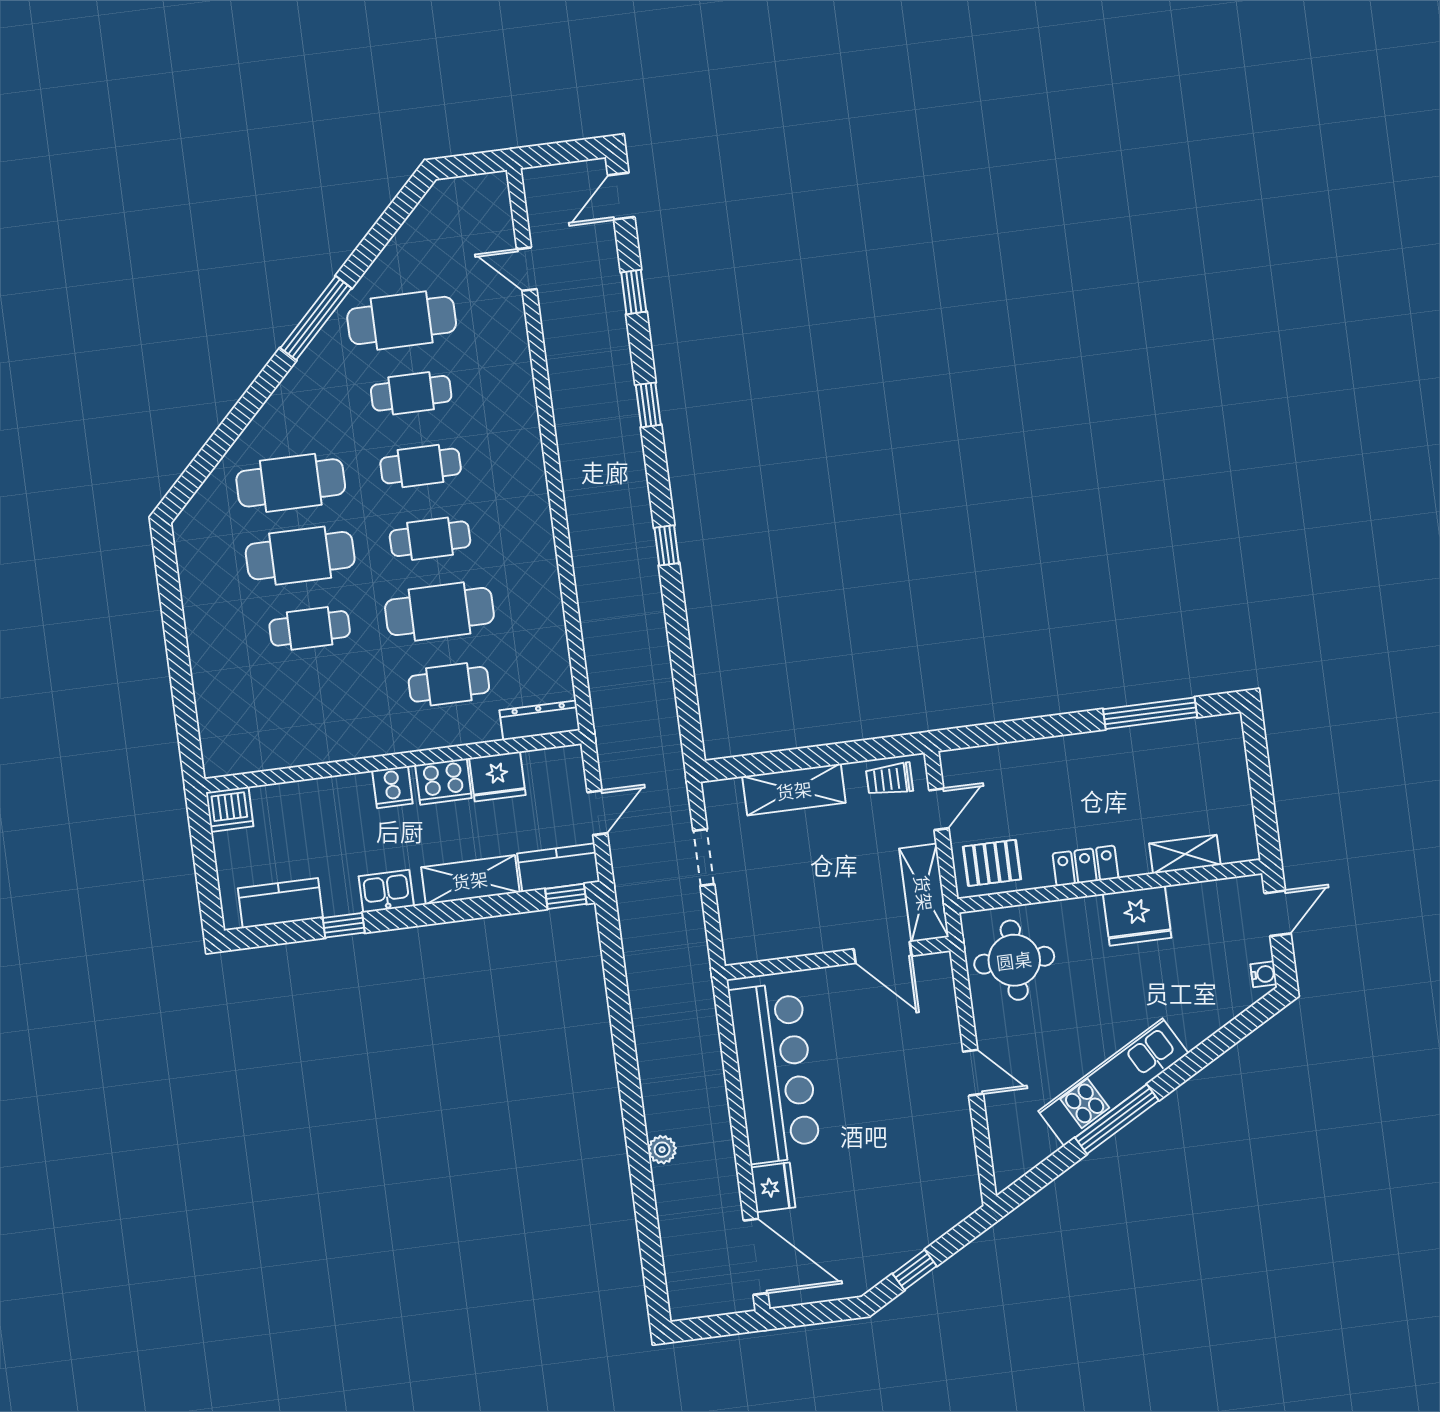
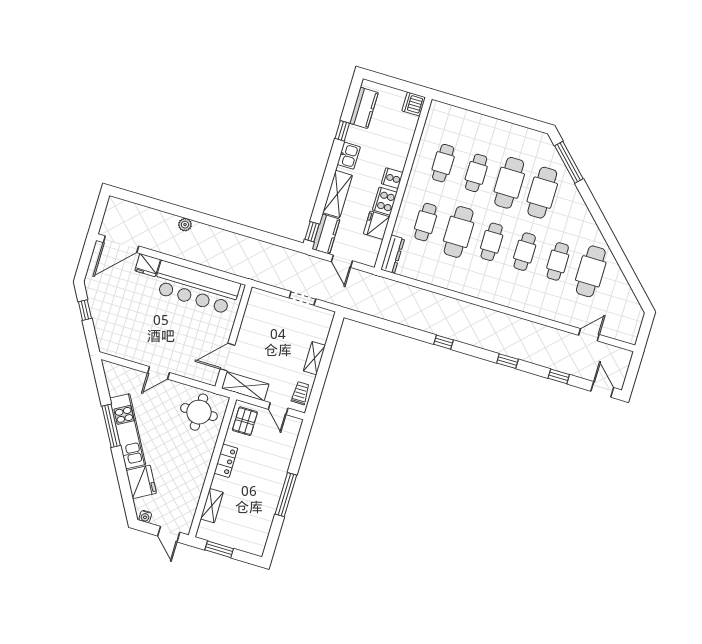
window: (316, 318) -> (569, 162), moved
cafe table: (319, 701) -> (443, 163), added
window: (1150, 713) -> (286, 495), moved
shelving: (794, 790) -> (314, 358), width x0.67, depth x0.75
window: (1263, 802) -> (219, 549), added
fridge: (1137, 916) -> (141, 482), moved, turned 151

